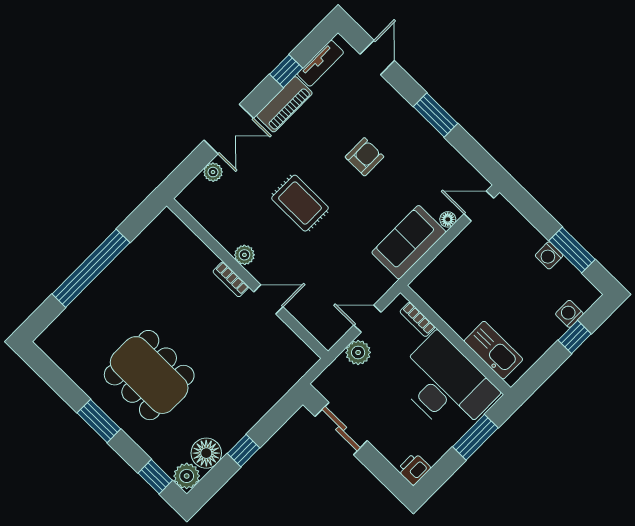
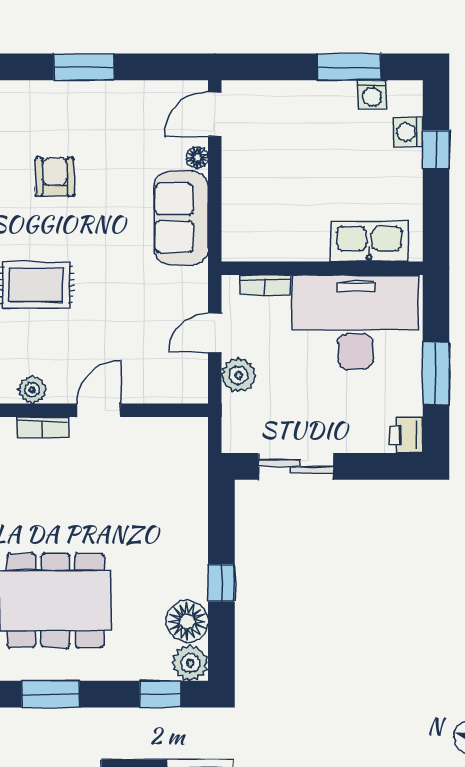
washing machine: (549, 255) -> (372, 94), moved
window: (475, 437) -> (436, 373), moved

